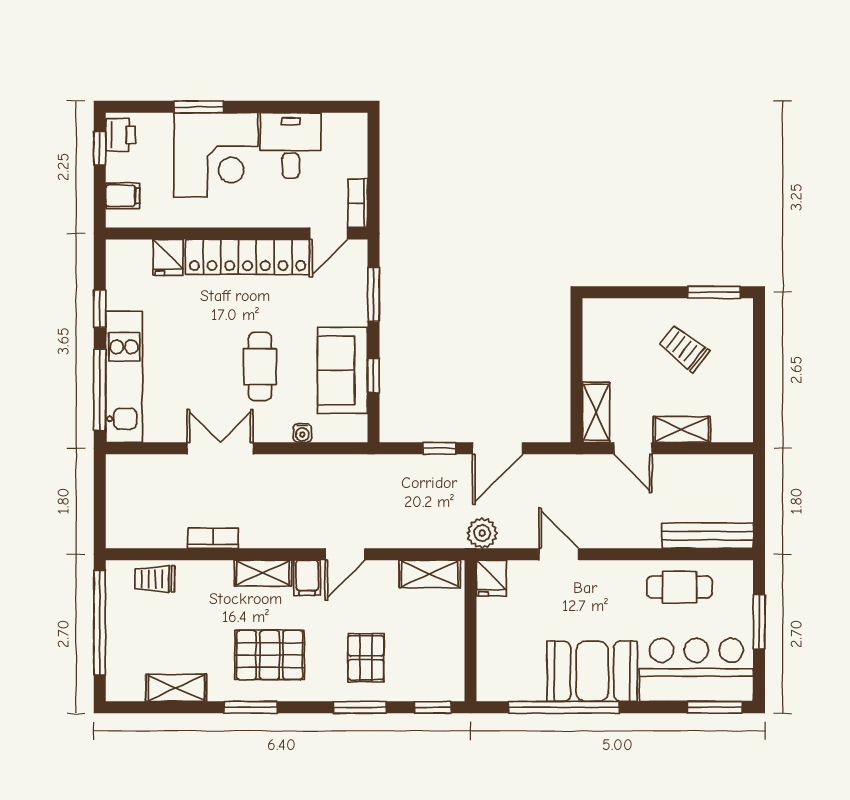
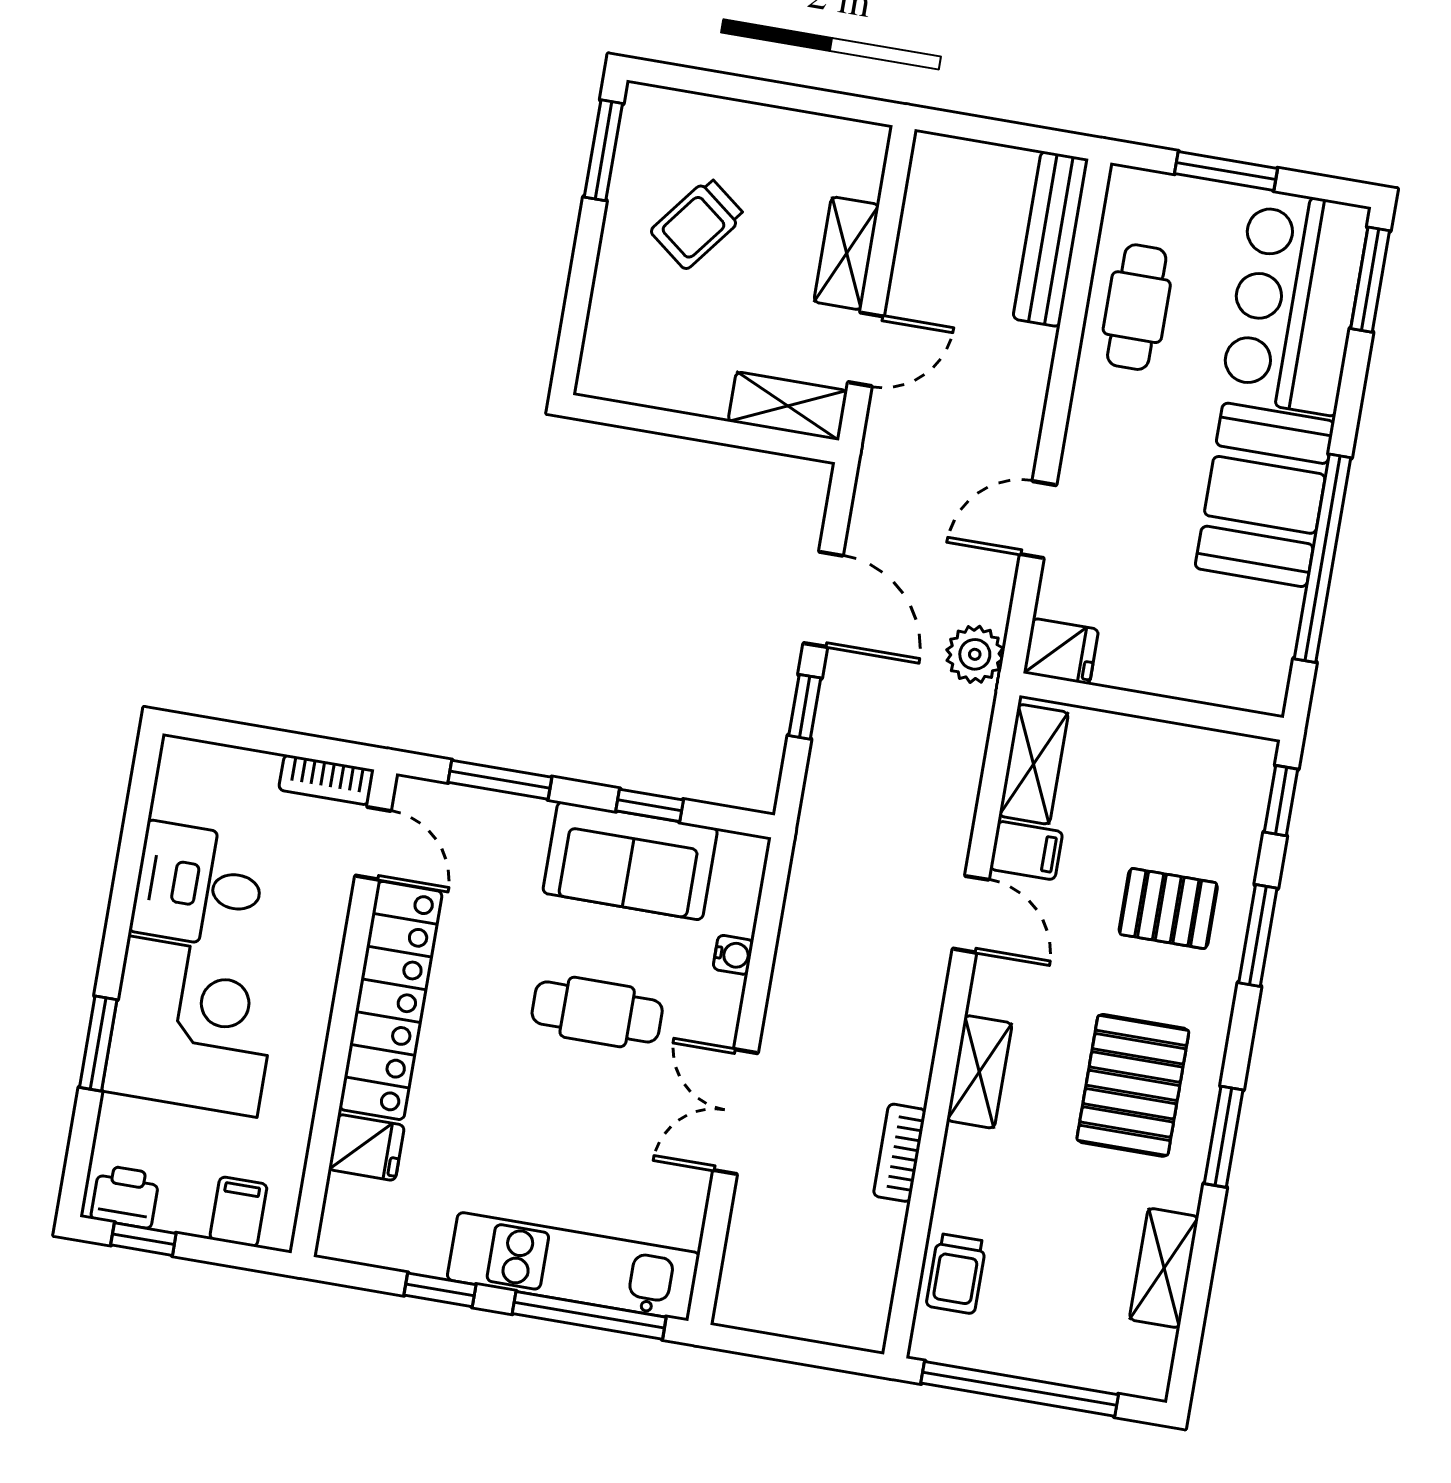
filing cabinet: (307, 578) -> (1026, 850), moved

